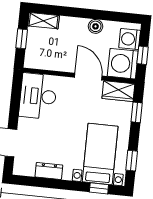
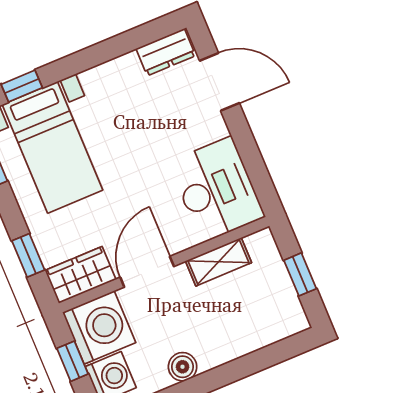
shelving: (44, 21) -> (218, 262), moved
door: (88, 77) -> (147, 272), swing flipped
dresser: (49, 171) -> (166, 52), moved

